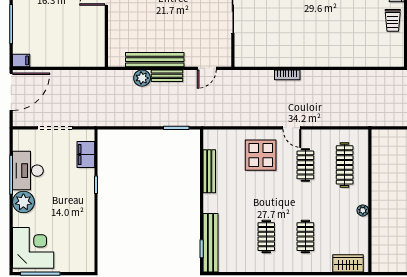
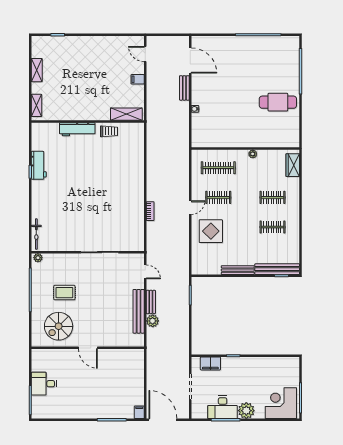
bench: (209, 171) -> (238, 270), moved

